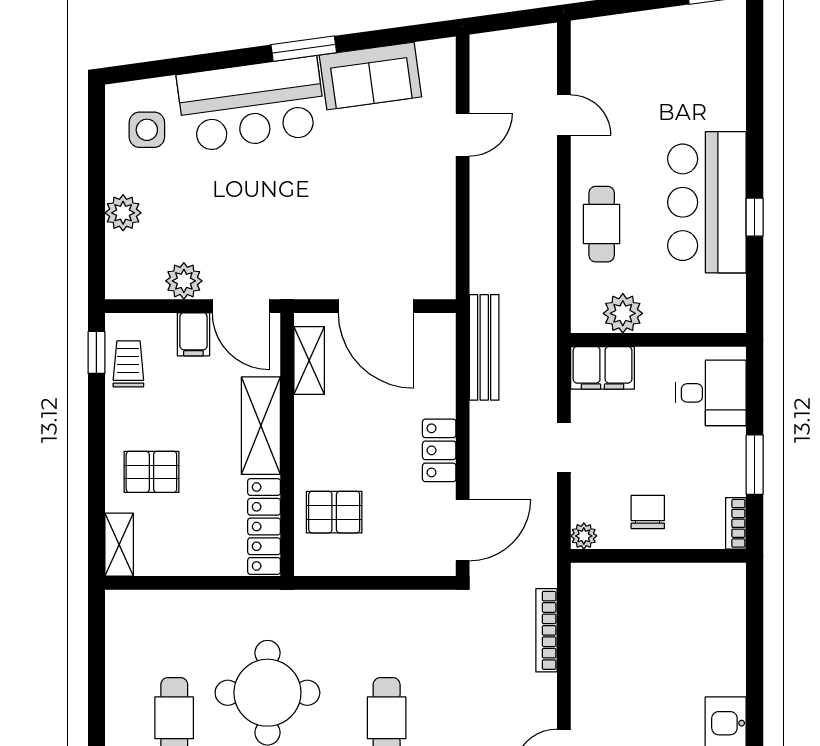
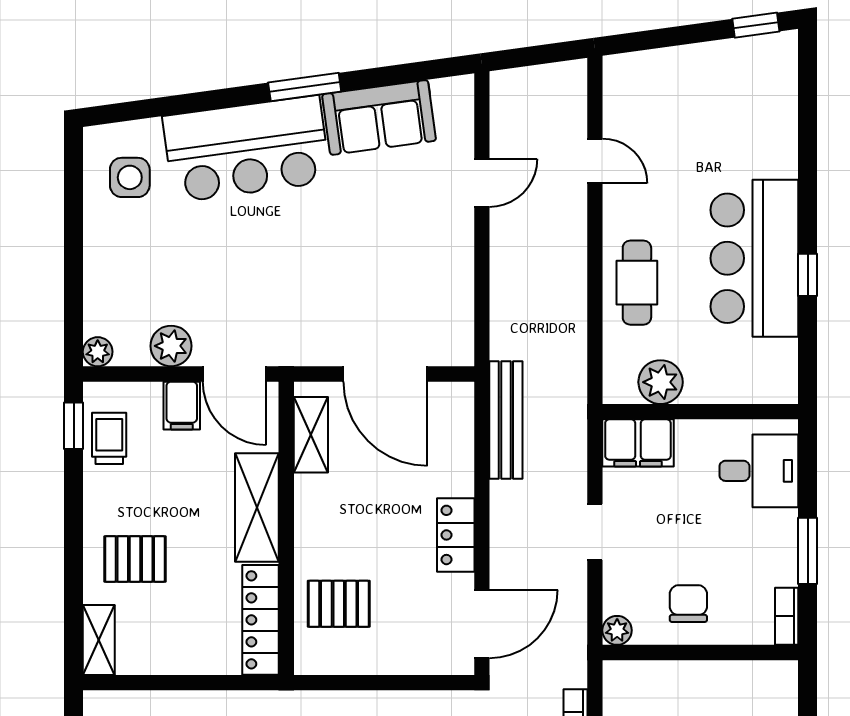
plant: (123, 213) -> (98, 352), moved, width x0.73, depth x0.73

